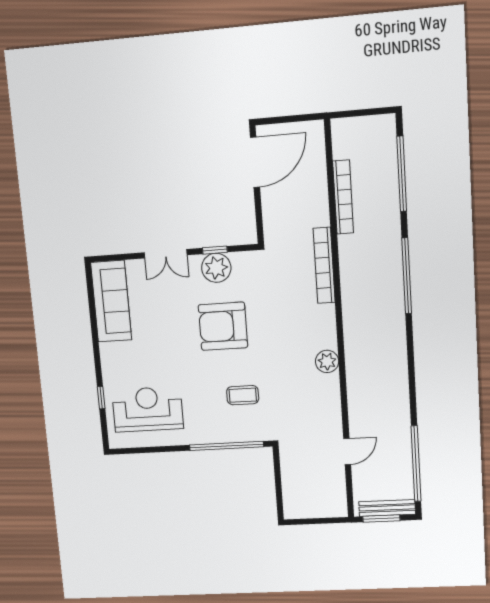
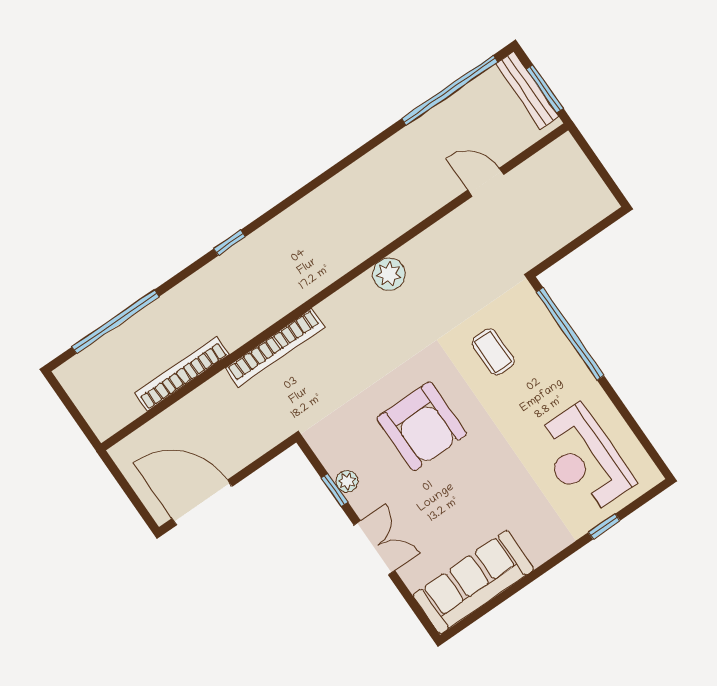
plant: (216, 268) -> (347, 481), width x0.53, depth x0.53
window: (407, 276) -> (230, 243), width x0.32

